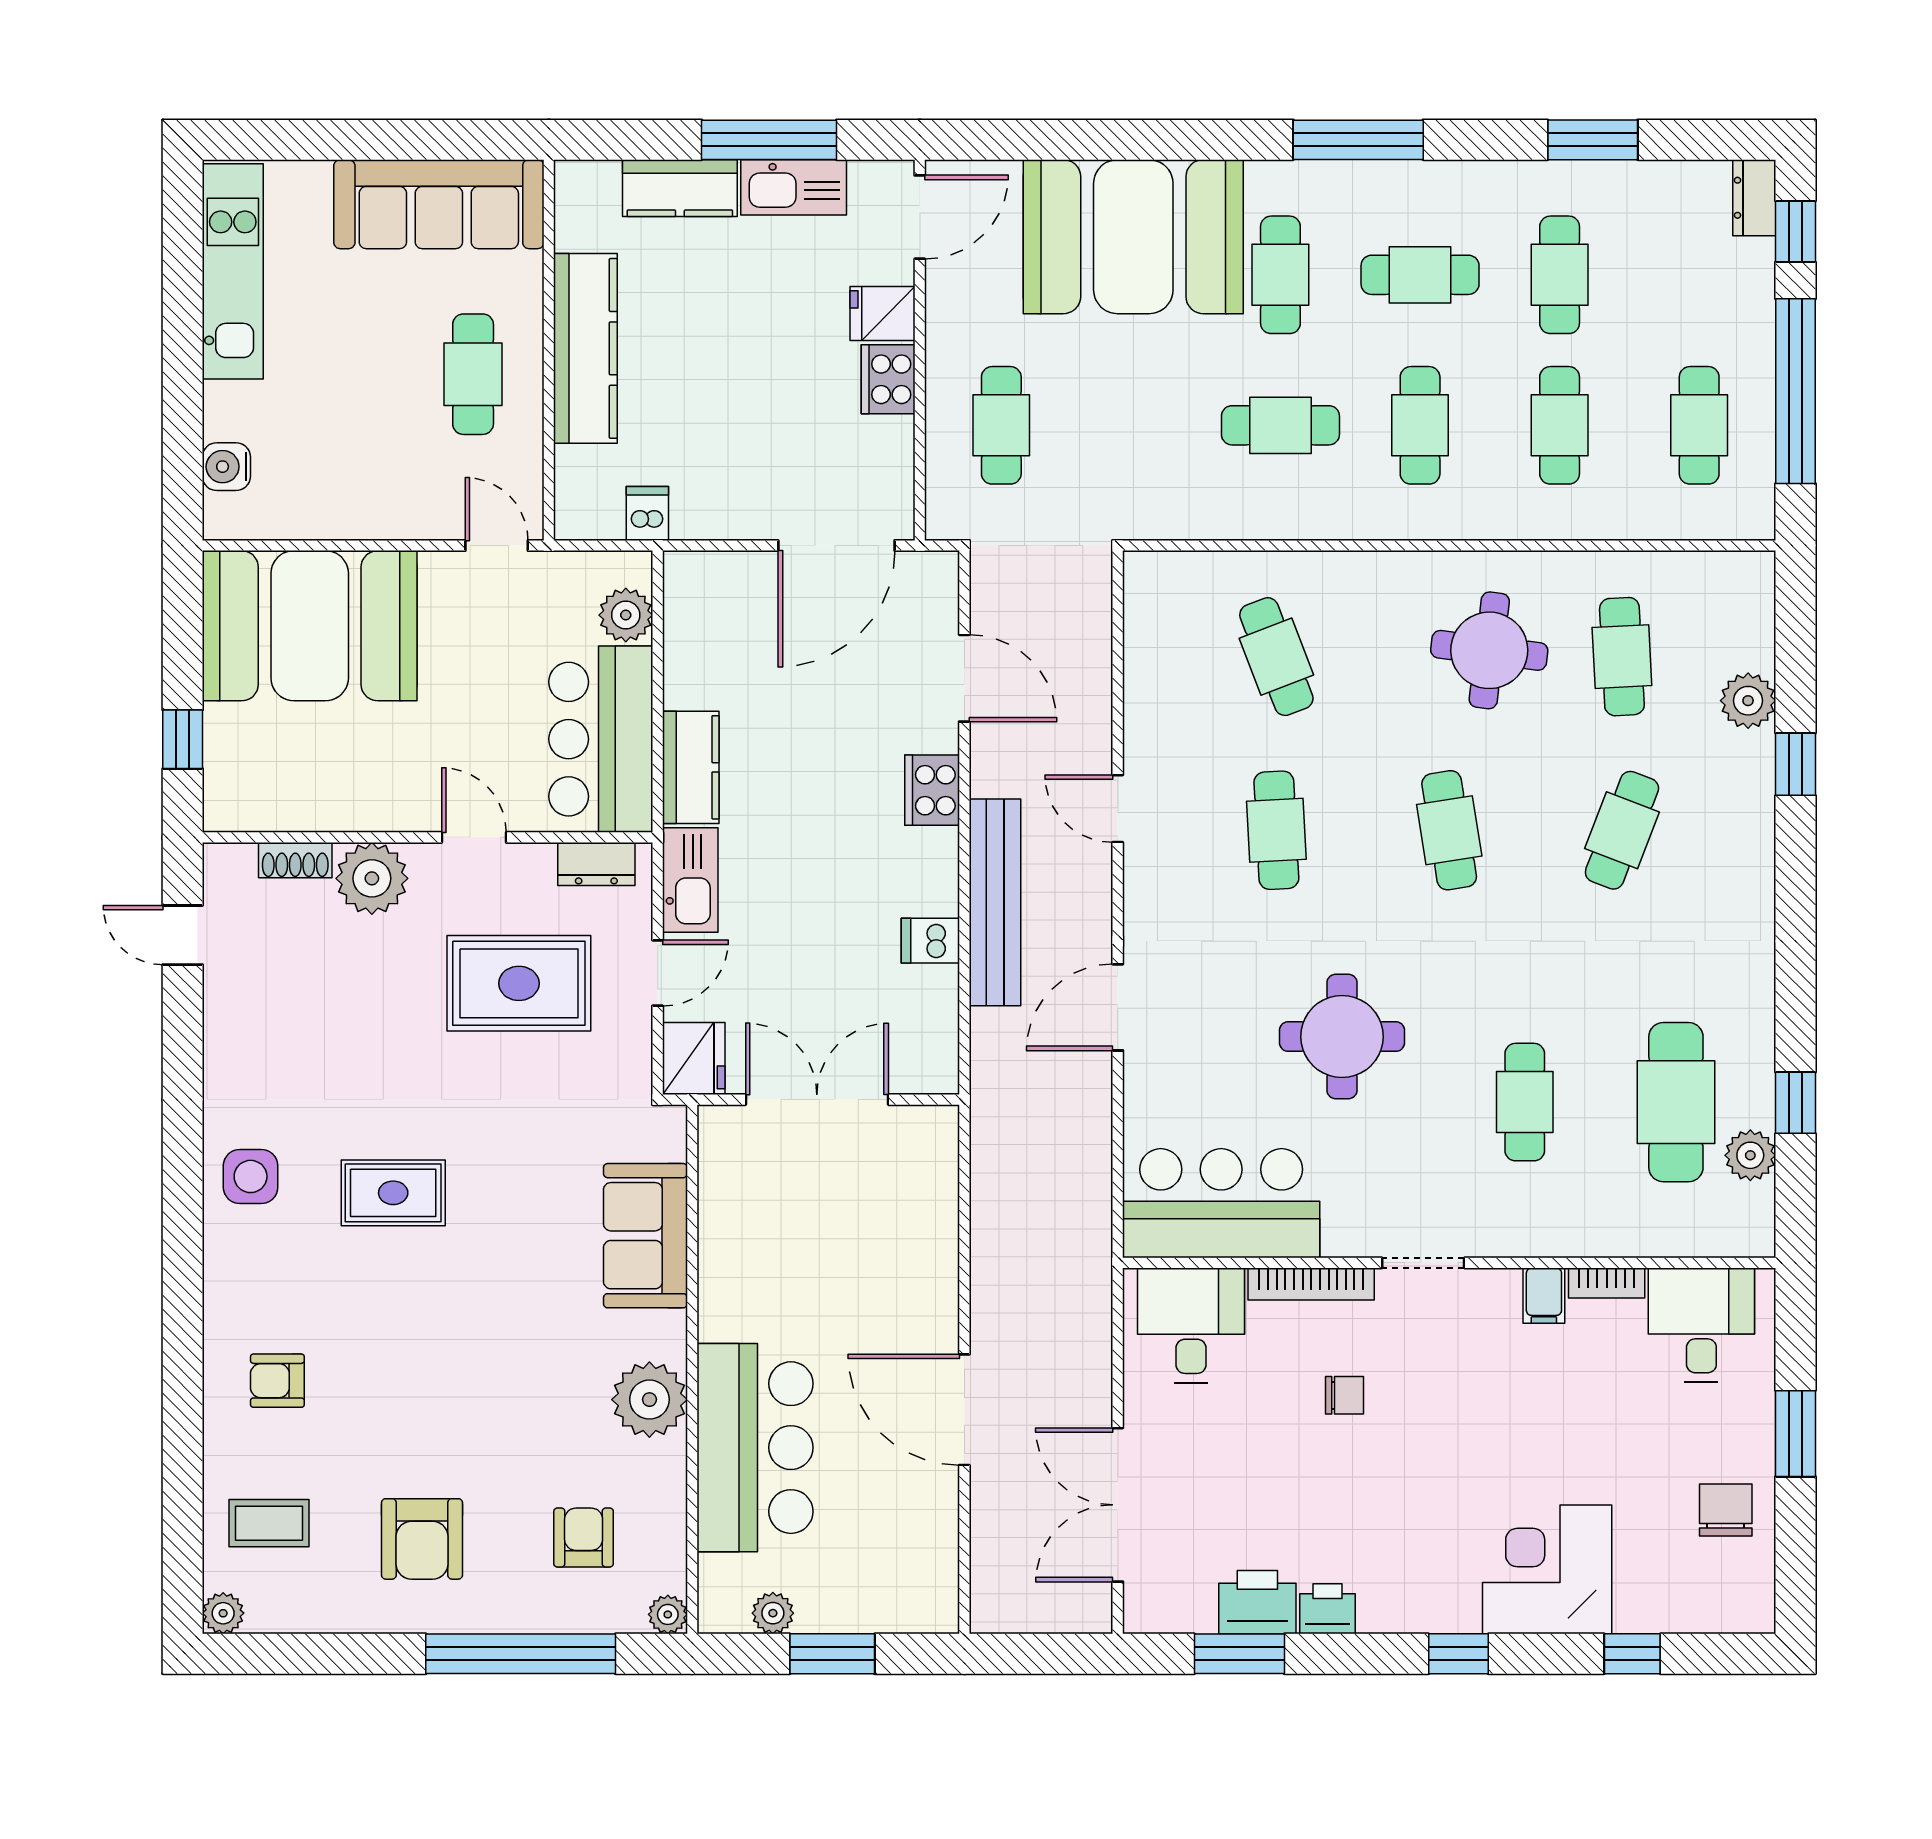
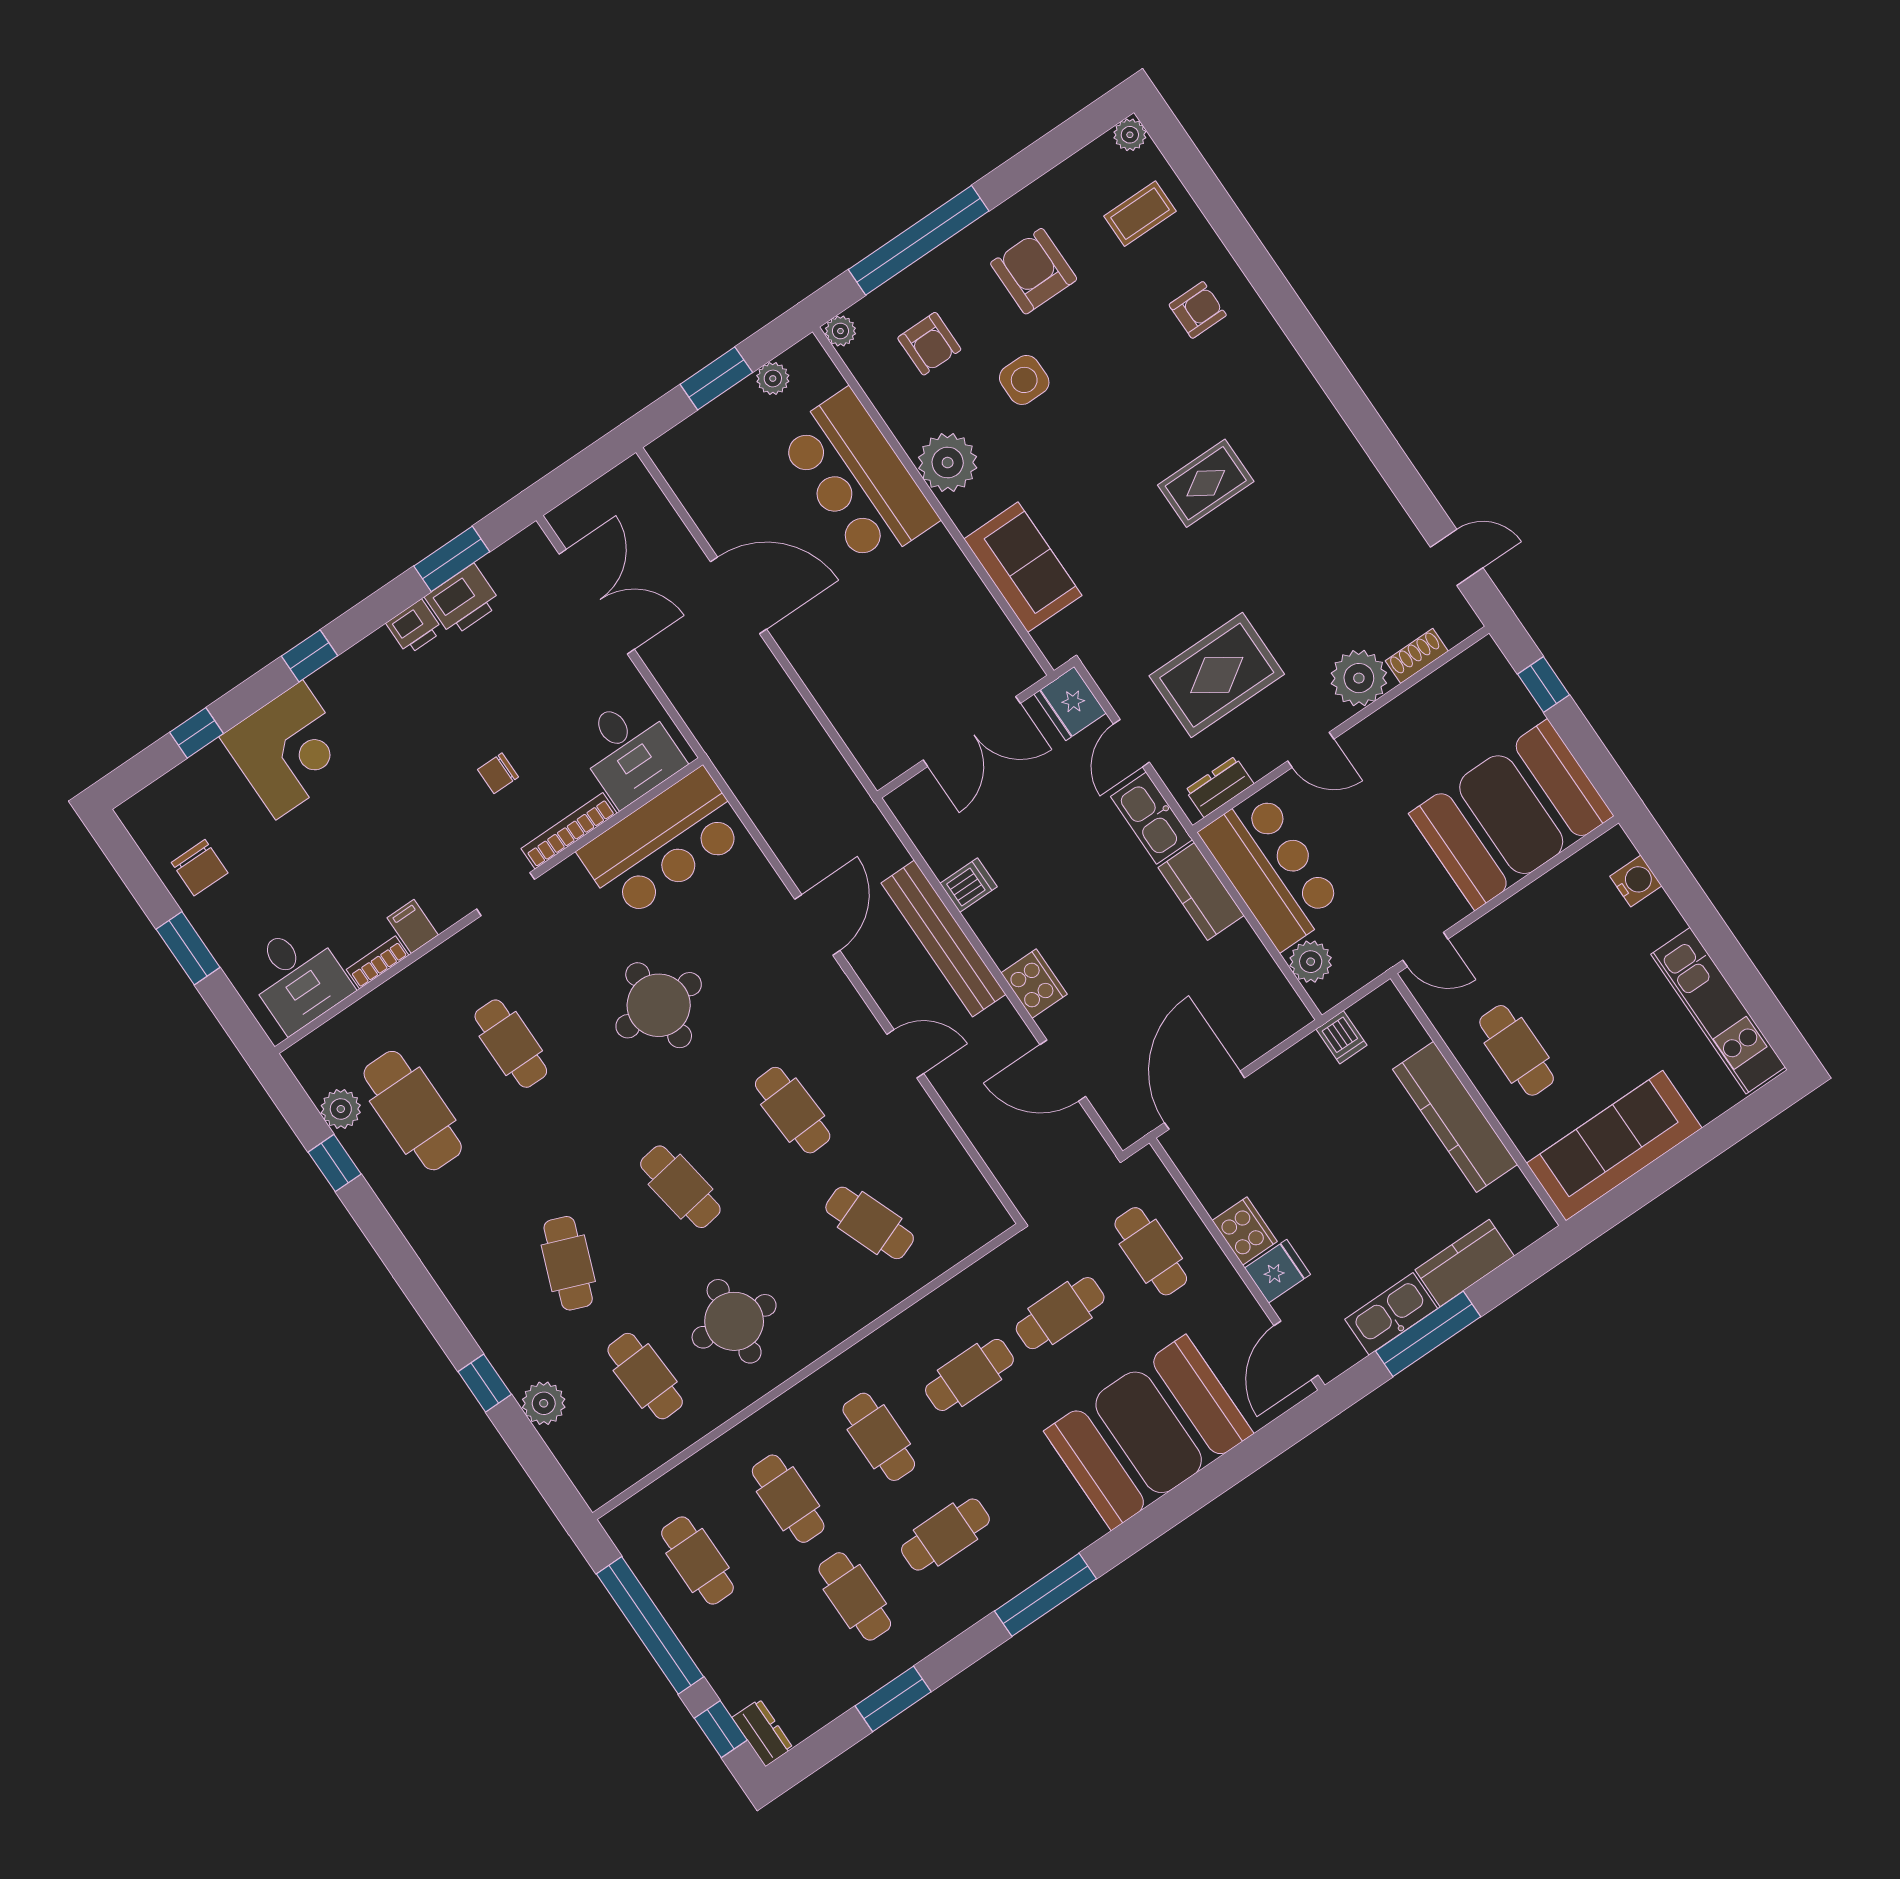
cafe table: (1280, 275) -> (1060, 1313), moved, turned 90
side table: (251, 1176) -> (1024, 380), moved

